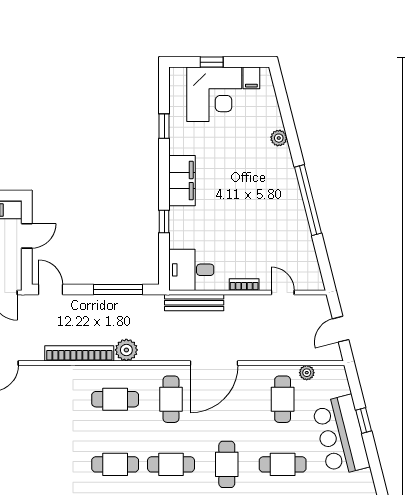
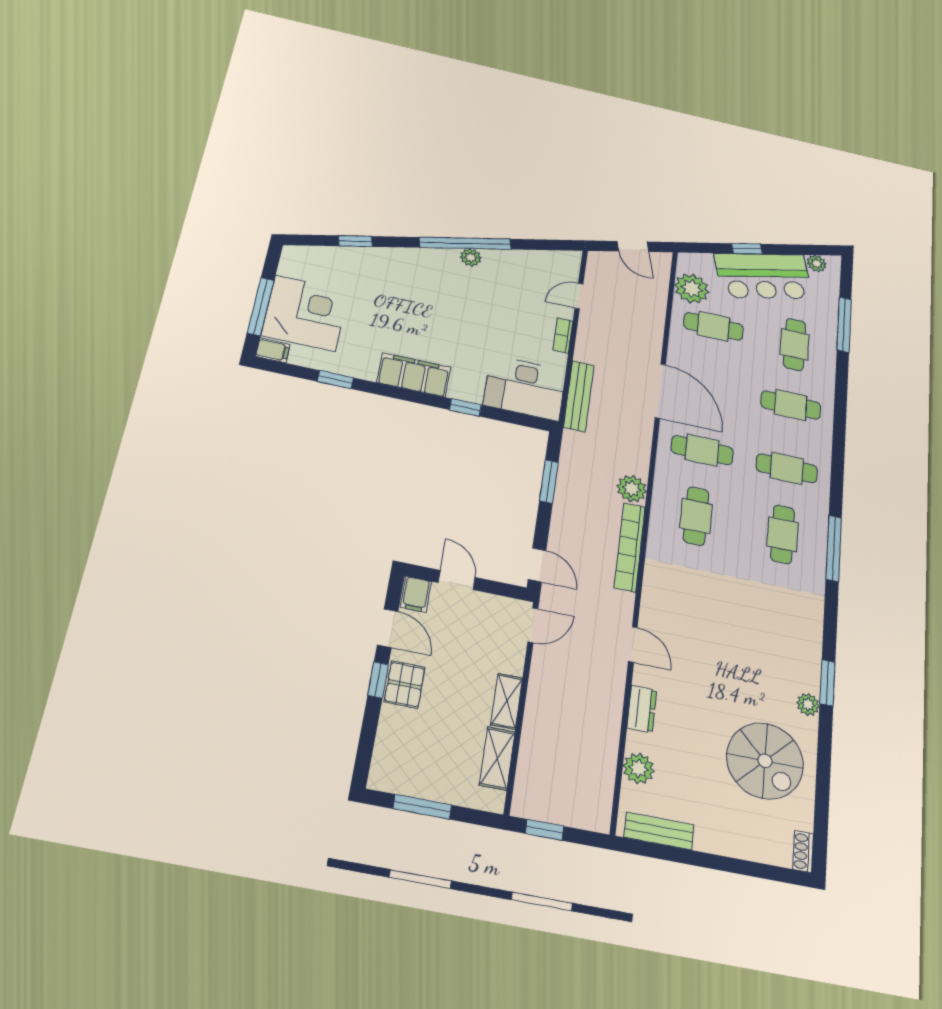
window: (212, 62) -> (261, 306), width x2.17
filing cabinet: (251, 78) -> (273, 350), moved
window: (287, 118) -> (355, 241), added
plant: (279, 138) -> (471, 257), moved
desk: (191, 270) -> (525, 388), width x1.37
door: (50, 290) -> (537, 565), swing flipped
window: (118, 290) -> (549, 482), width x0.69
plant: (307, 373) -> (692, 288), width x1.88, depth x1.88
cafe table: (171, 464) -> (787, 468), turned 90
plant: (365, 478) -> (817, 263), added

